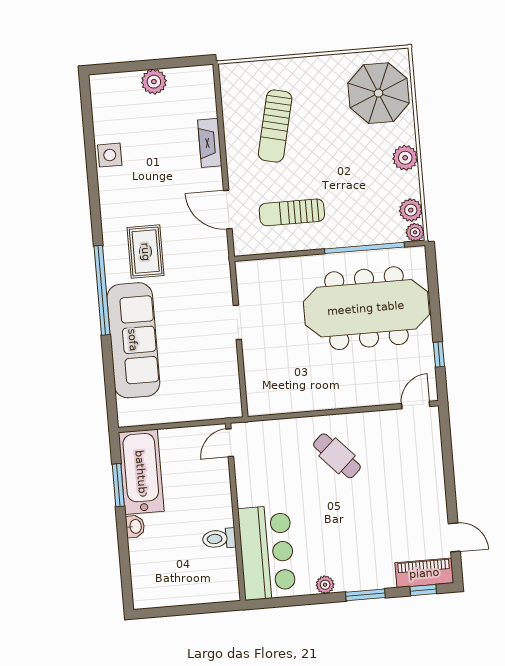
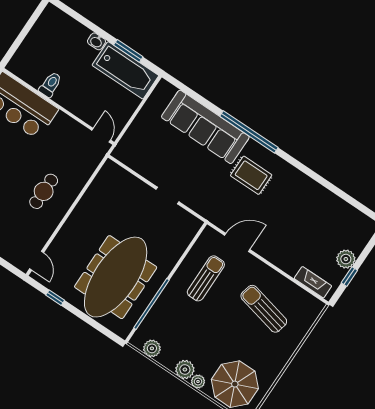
window: (169, 63) -> (349, 277), added
fireplace: (210, 143) -> (313, 282), moved
side table: (110, 155) -> (324, 199), removed
plant: (415, 232) -> (198, 382), moved
cafe table: (337, 456) -> (44, 191), turned -47

